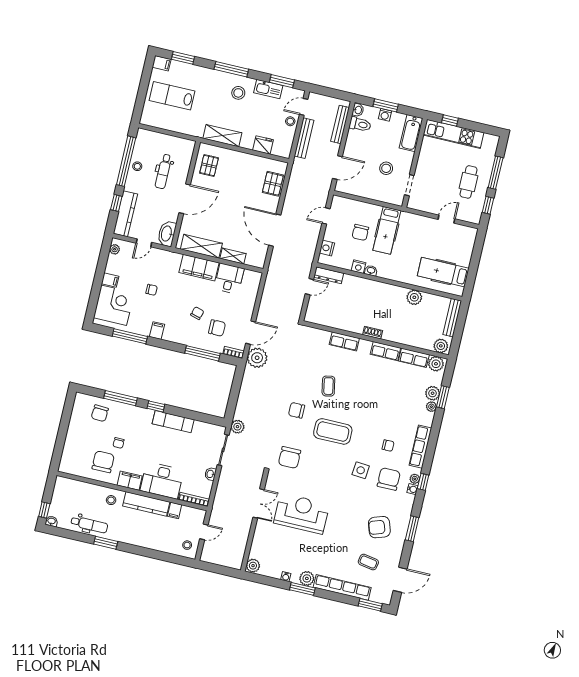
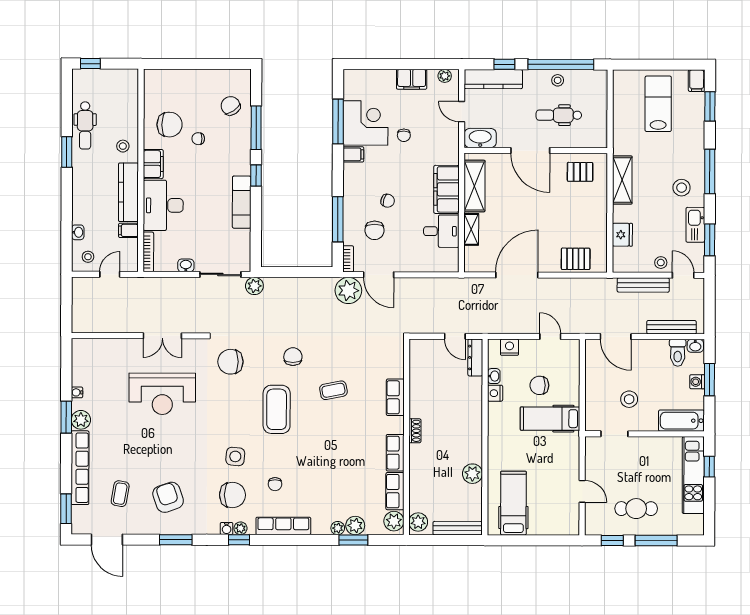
washbasin: (371, 271) -> (494, 376), moved
filing cabinet: (110, 280) -> (412, 79), width x2.00
corner desk: (114, 305) -> (365, 123), moved, turned -90
chair: (100, 413) -> (231, 106), turned 53
reception desk: (302, 514) -> (162, 394), turned 90
washbasin: (52, 521) -> (78, 232), moved
door: (204, 532) -> (110, 274), swing flipped
plant: (253, 566) -> (81, 347), removed

